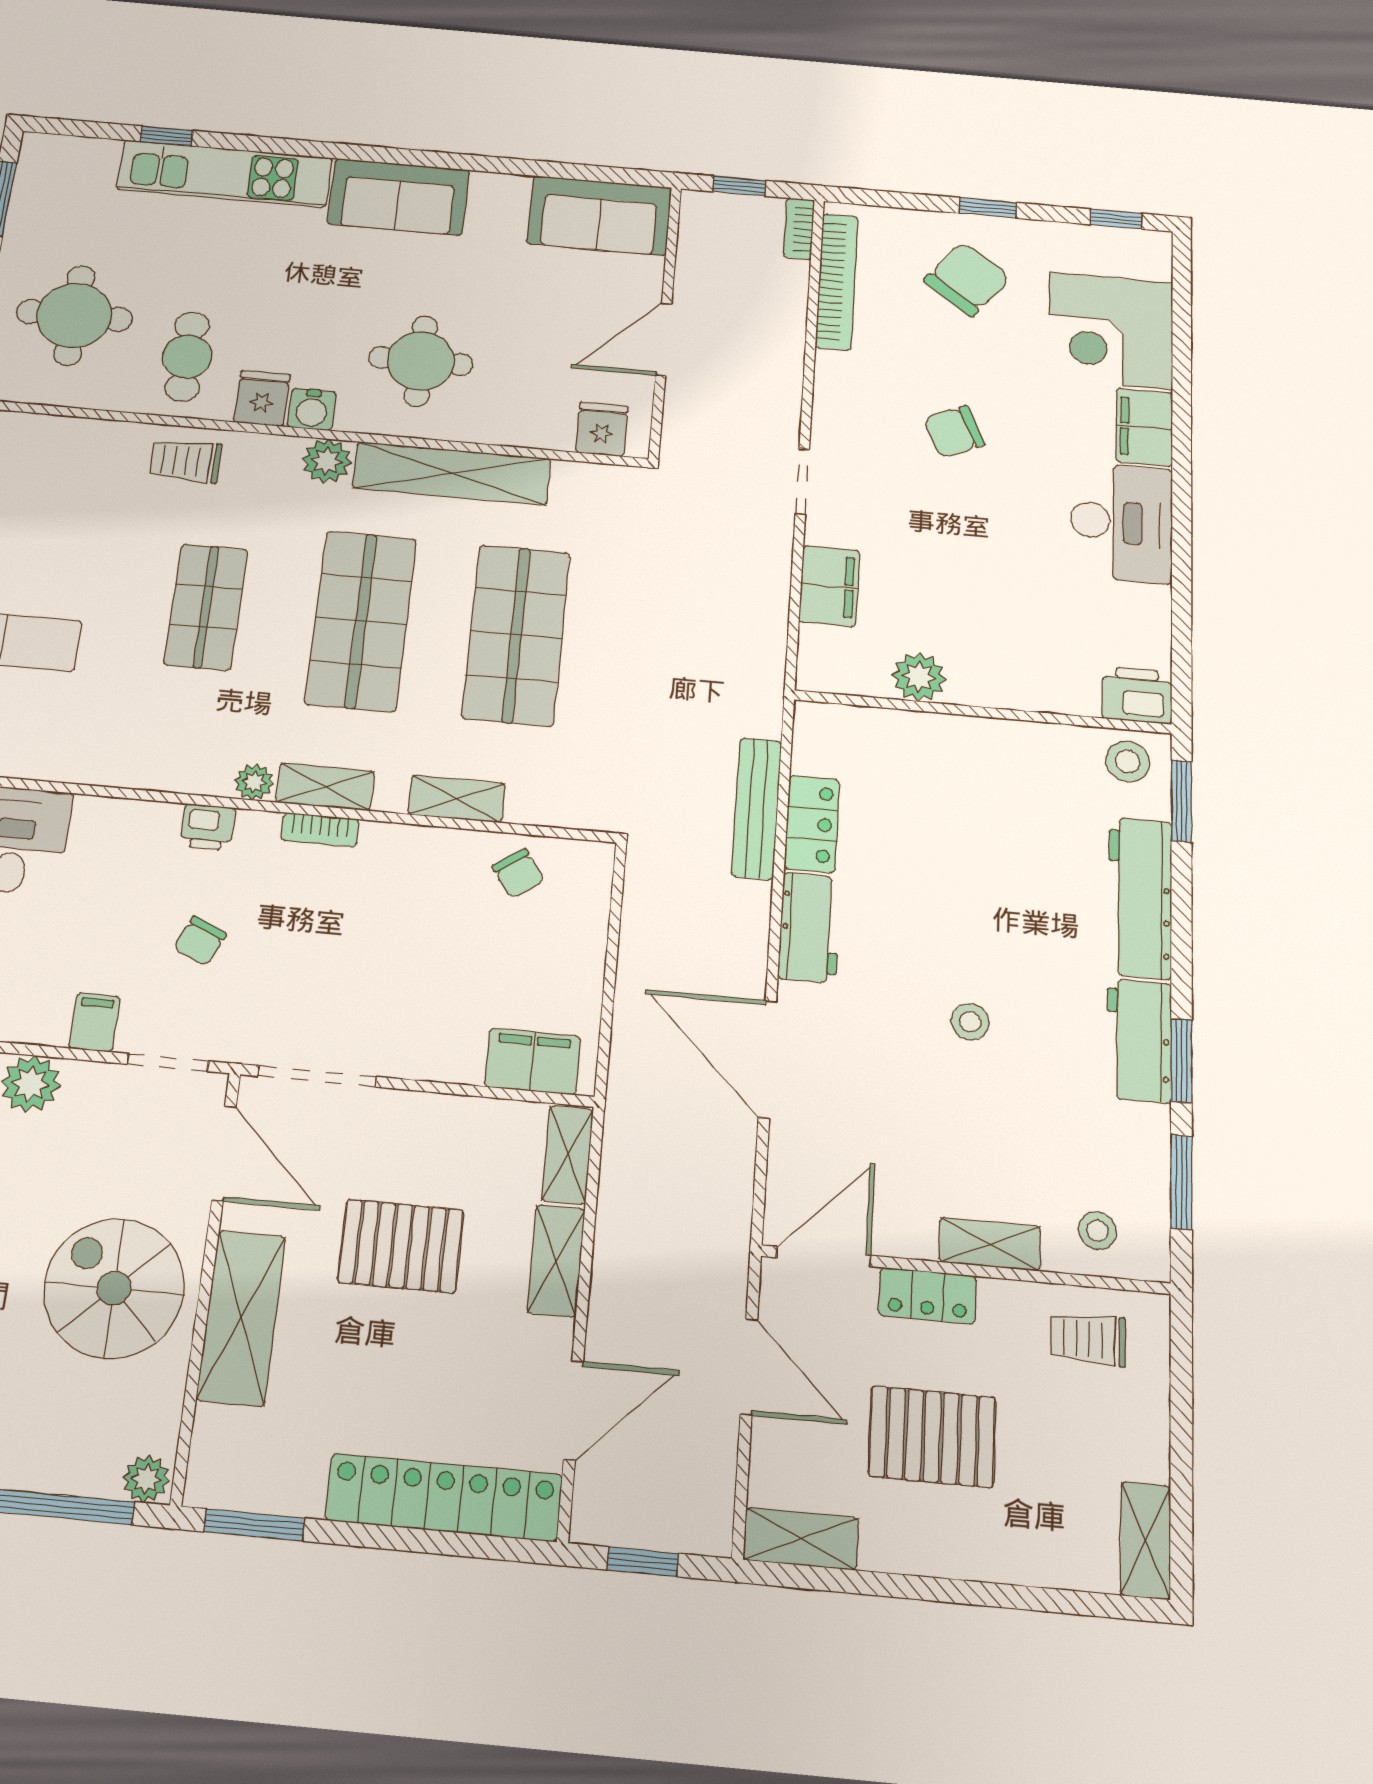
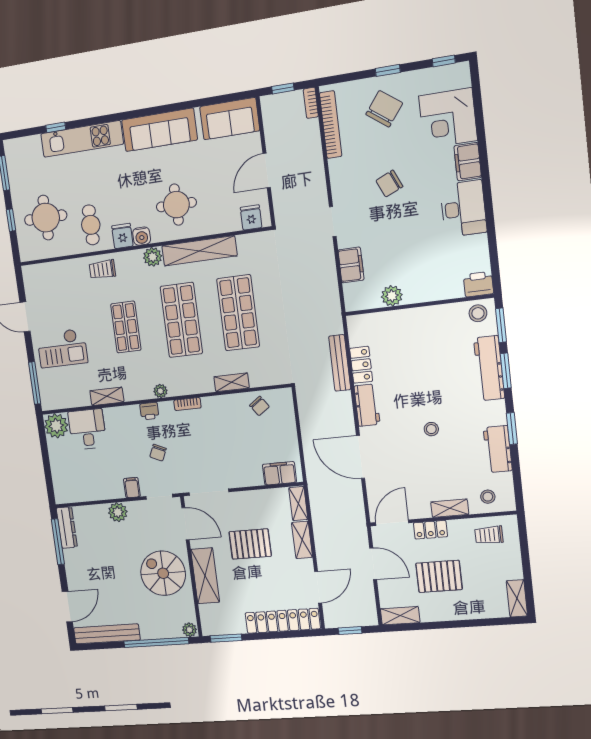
sofa: (399, 197) -> (159, 130), width x1.36
shelving: (325, 787) -> (107, 396), moved
workbench: (1139, 1041) -> (498, 449), moved
window: (1181, 1182) -> (506, 371), moved

